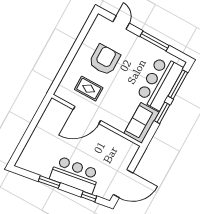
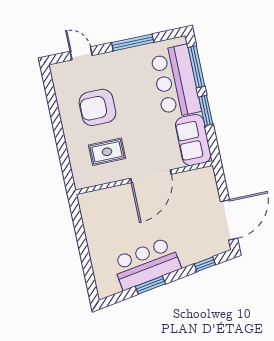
armchair: (104, 60) -> (97, 107), turned -90
door: (87, 115) -> (151, 176), moved
bar counter: (75, 175) -> (146, 264), moved

